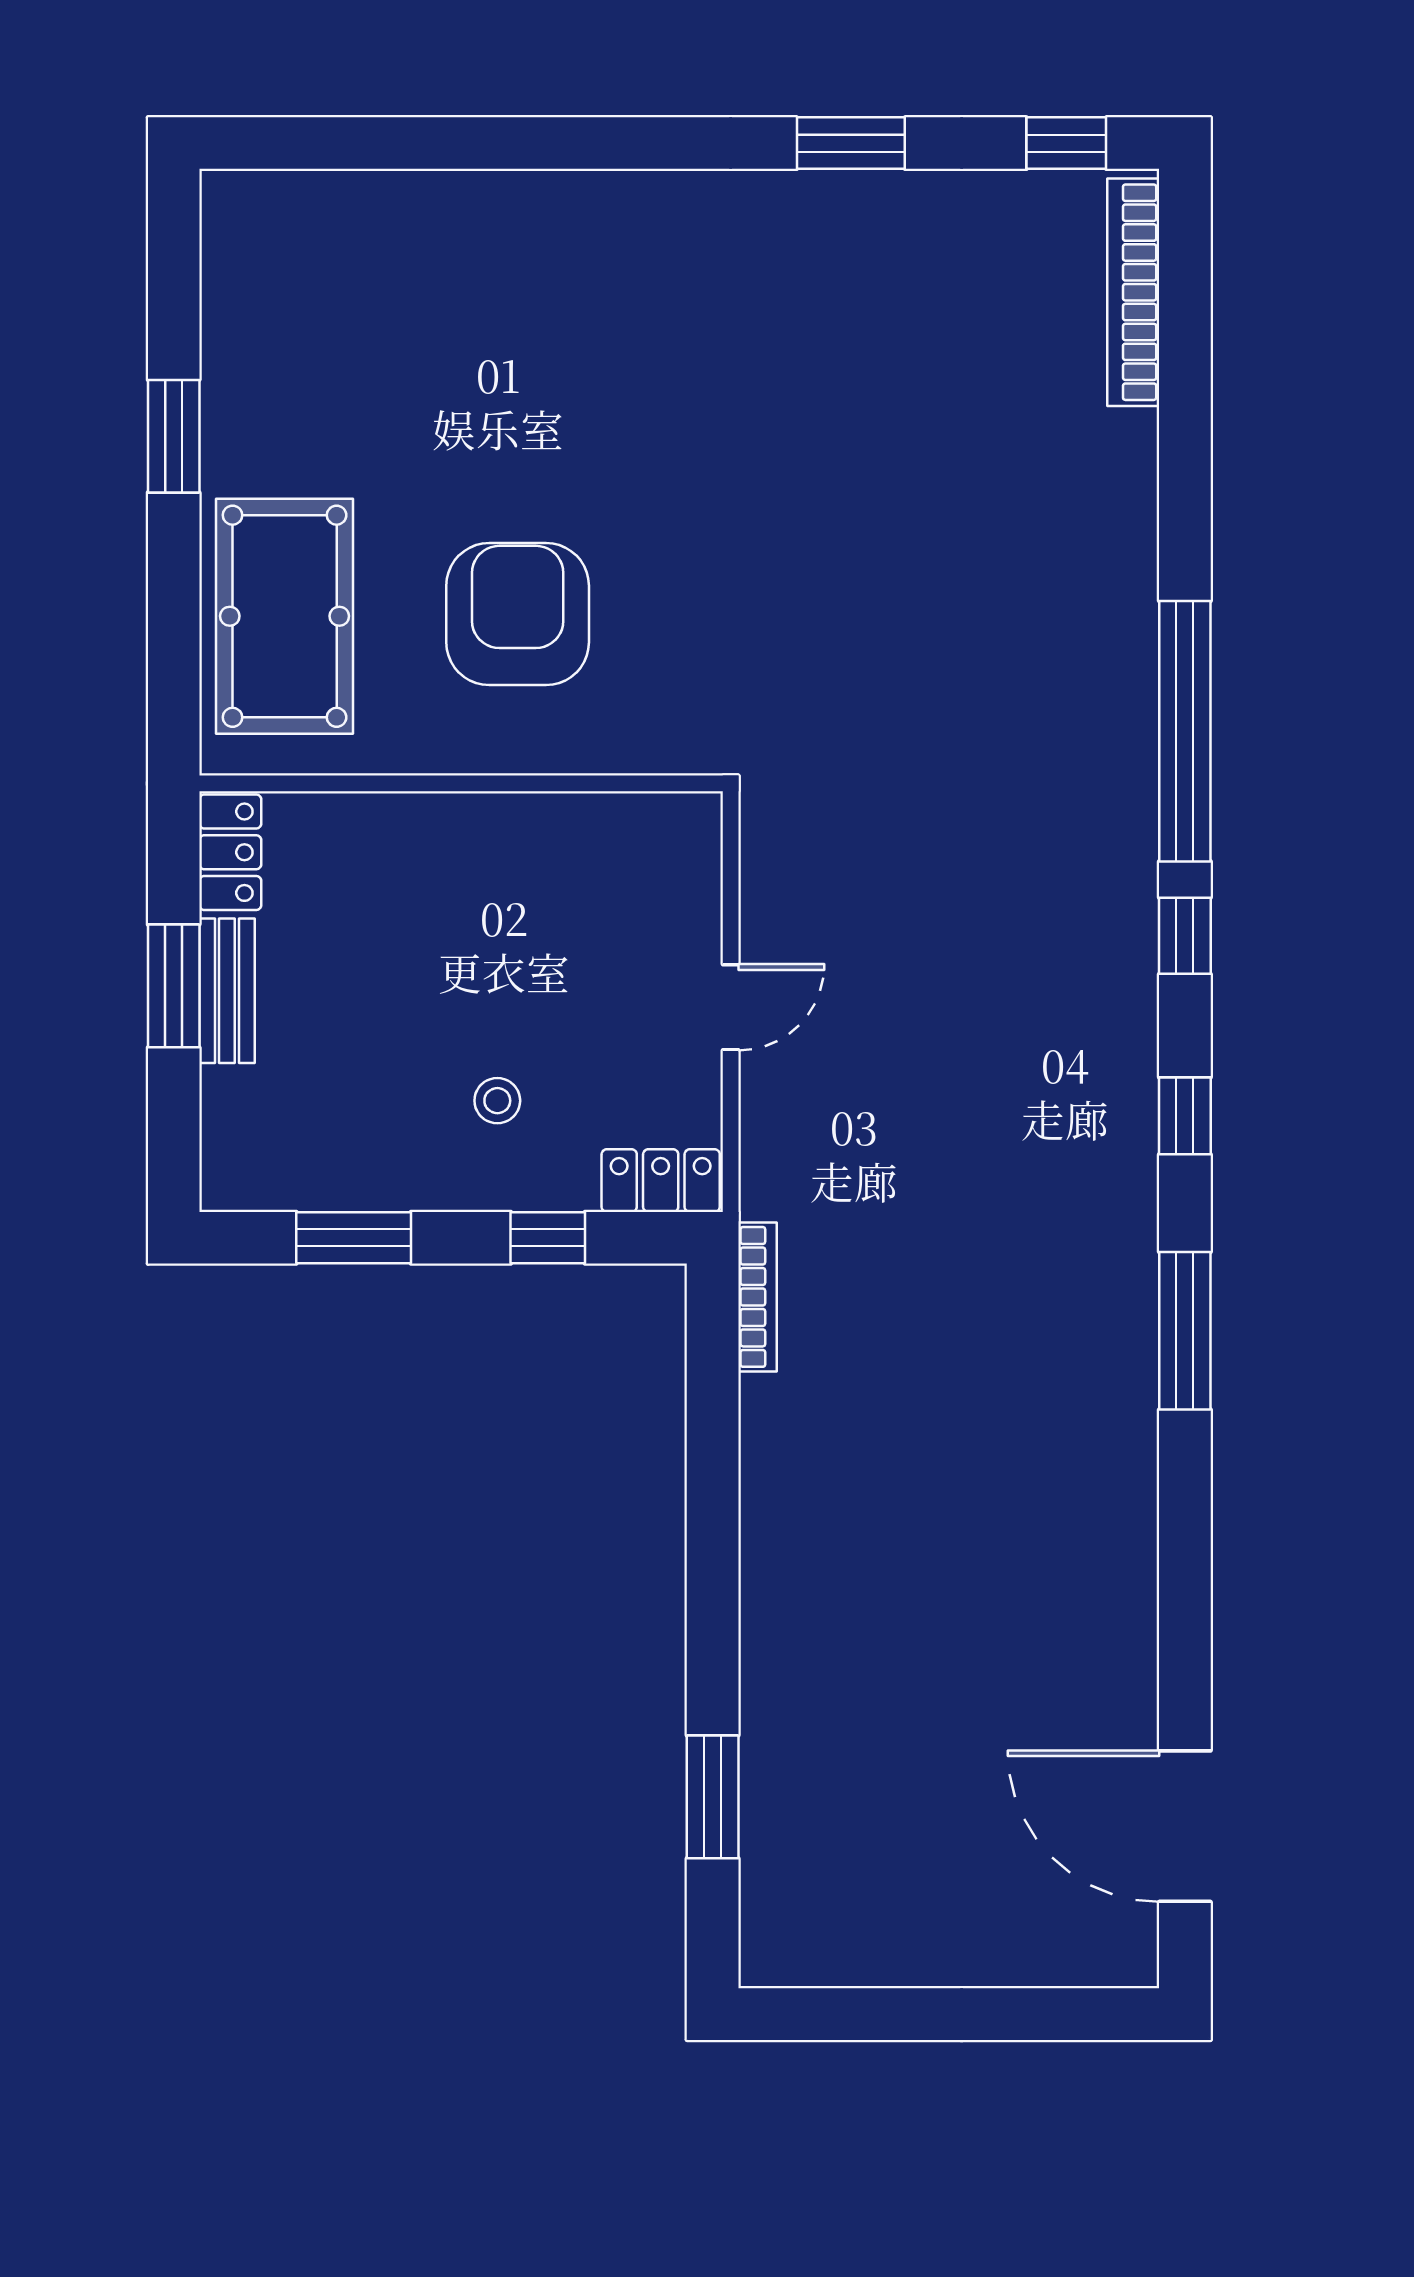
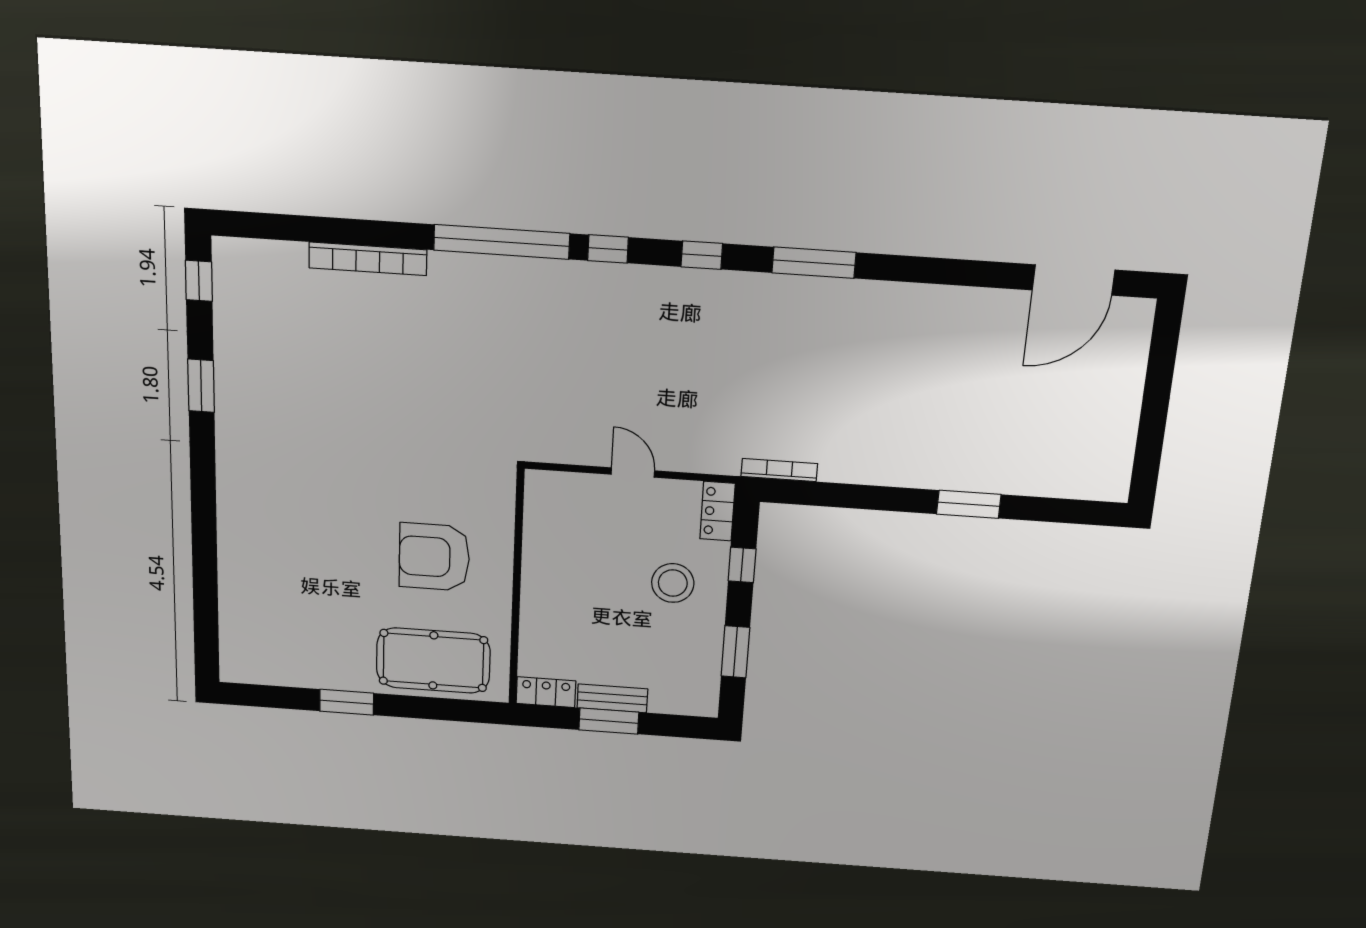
bookcase: (1133, 292) -> (368, 259), moved
stool: (497, 1101) -> (673, 583), width x1.89, depth x1.89
window: (713, 1797) -> (969, 504), moved

